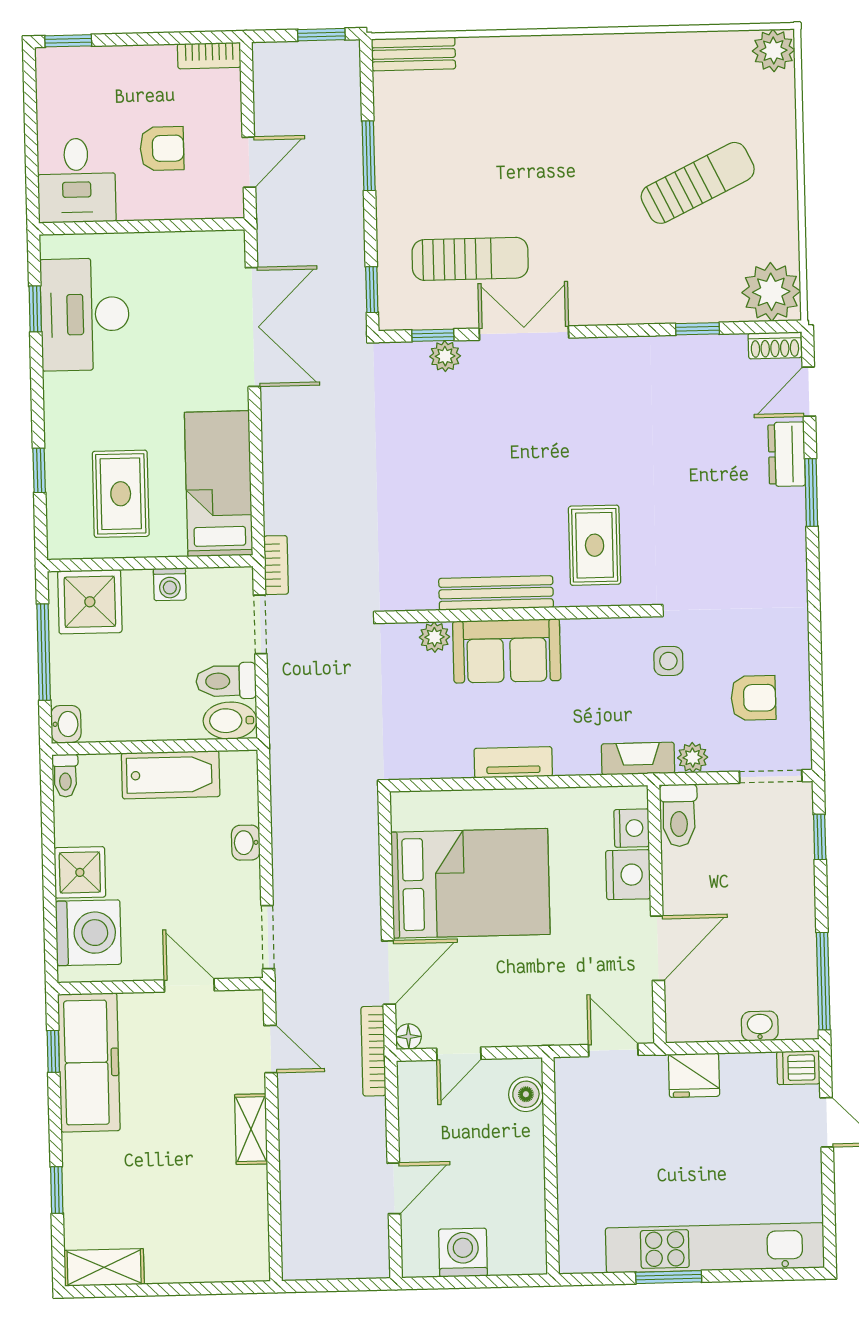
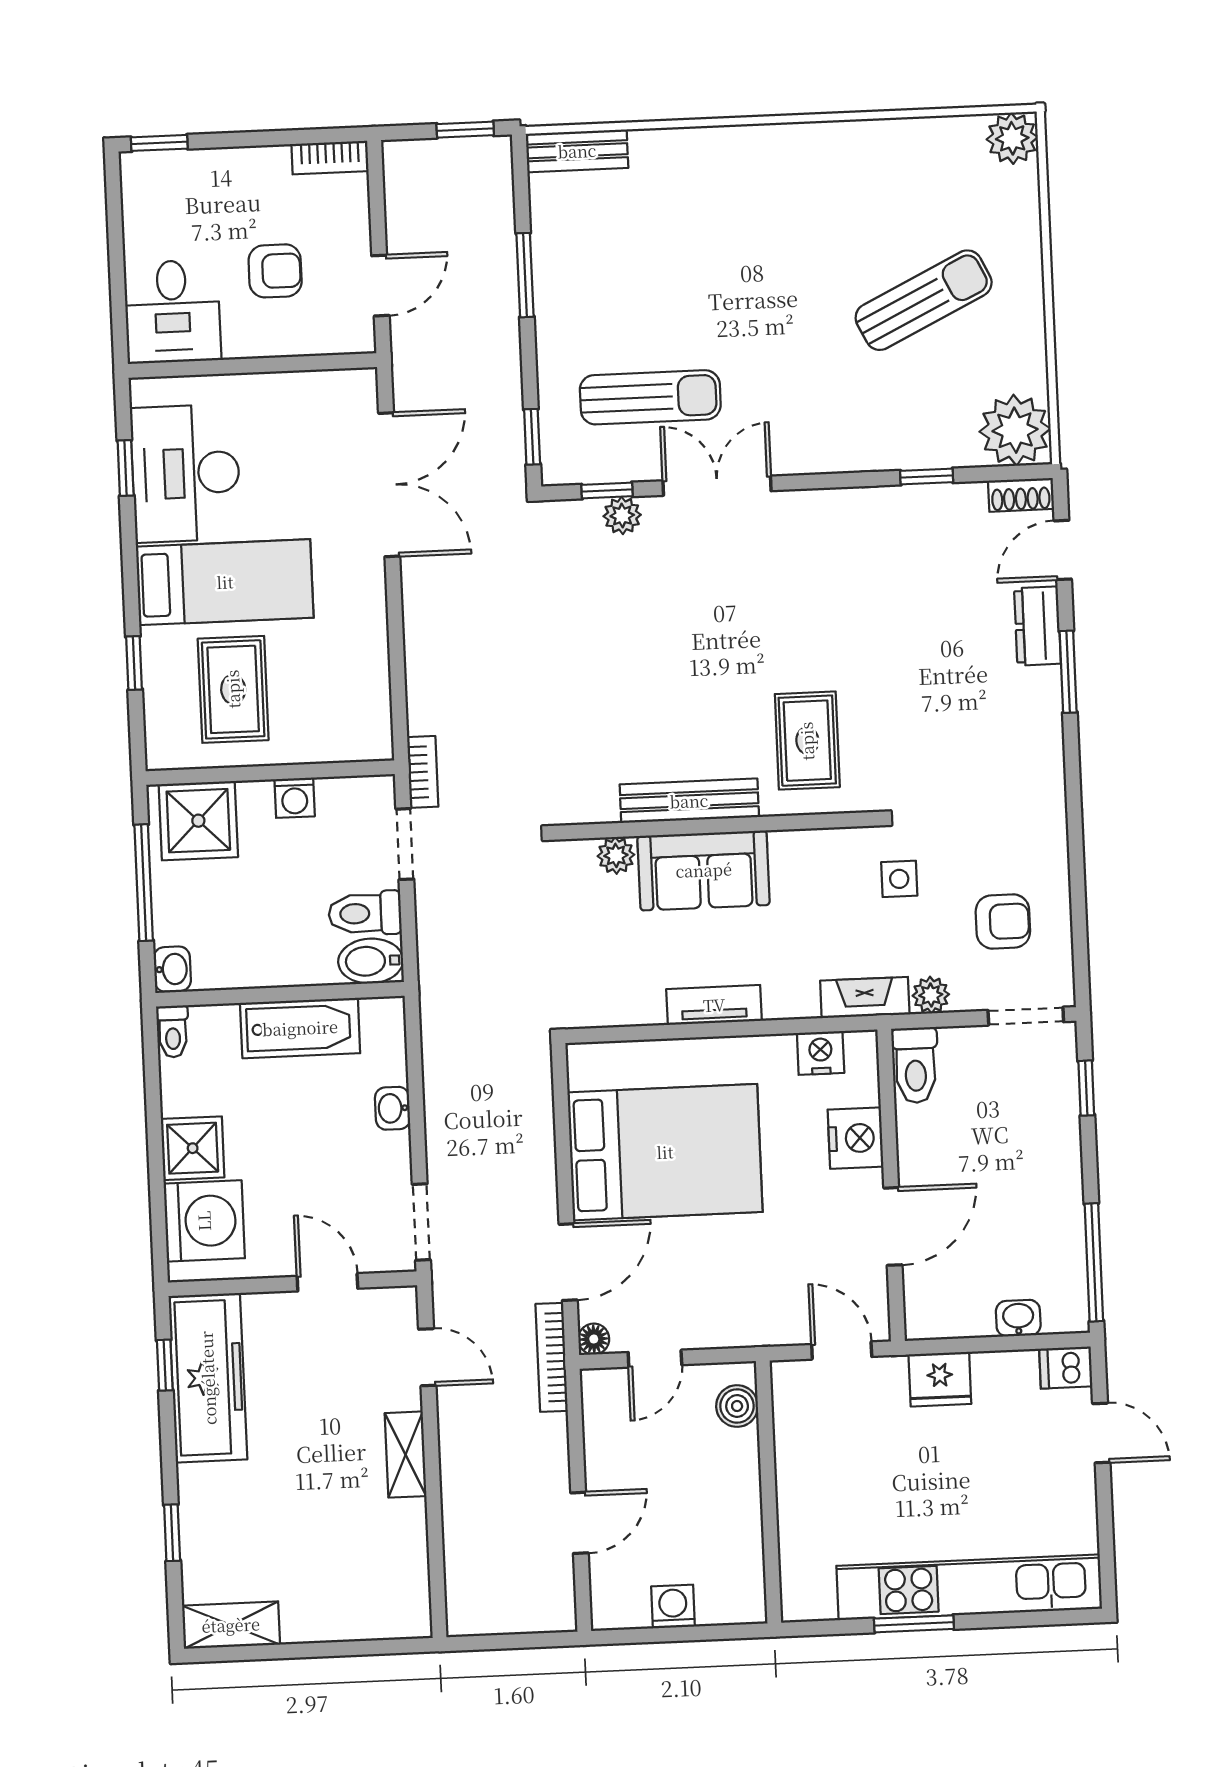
bed: (219, 484) -> (225, 582), moved, turned 90
nightstand: (632, 828) -> (821, 1053), moved, turned -90
washing machine: (463, 1253) -> (673, 1606), width x0.73, depth x0.73

